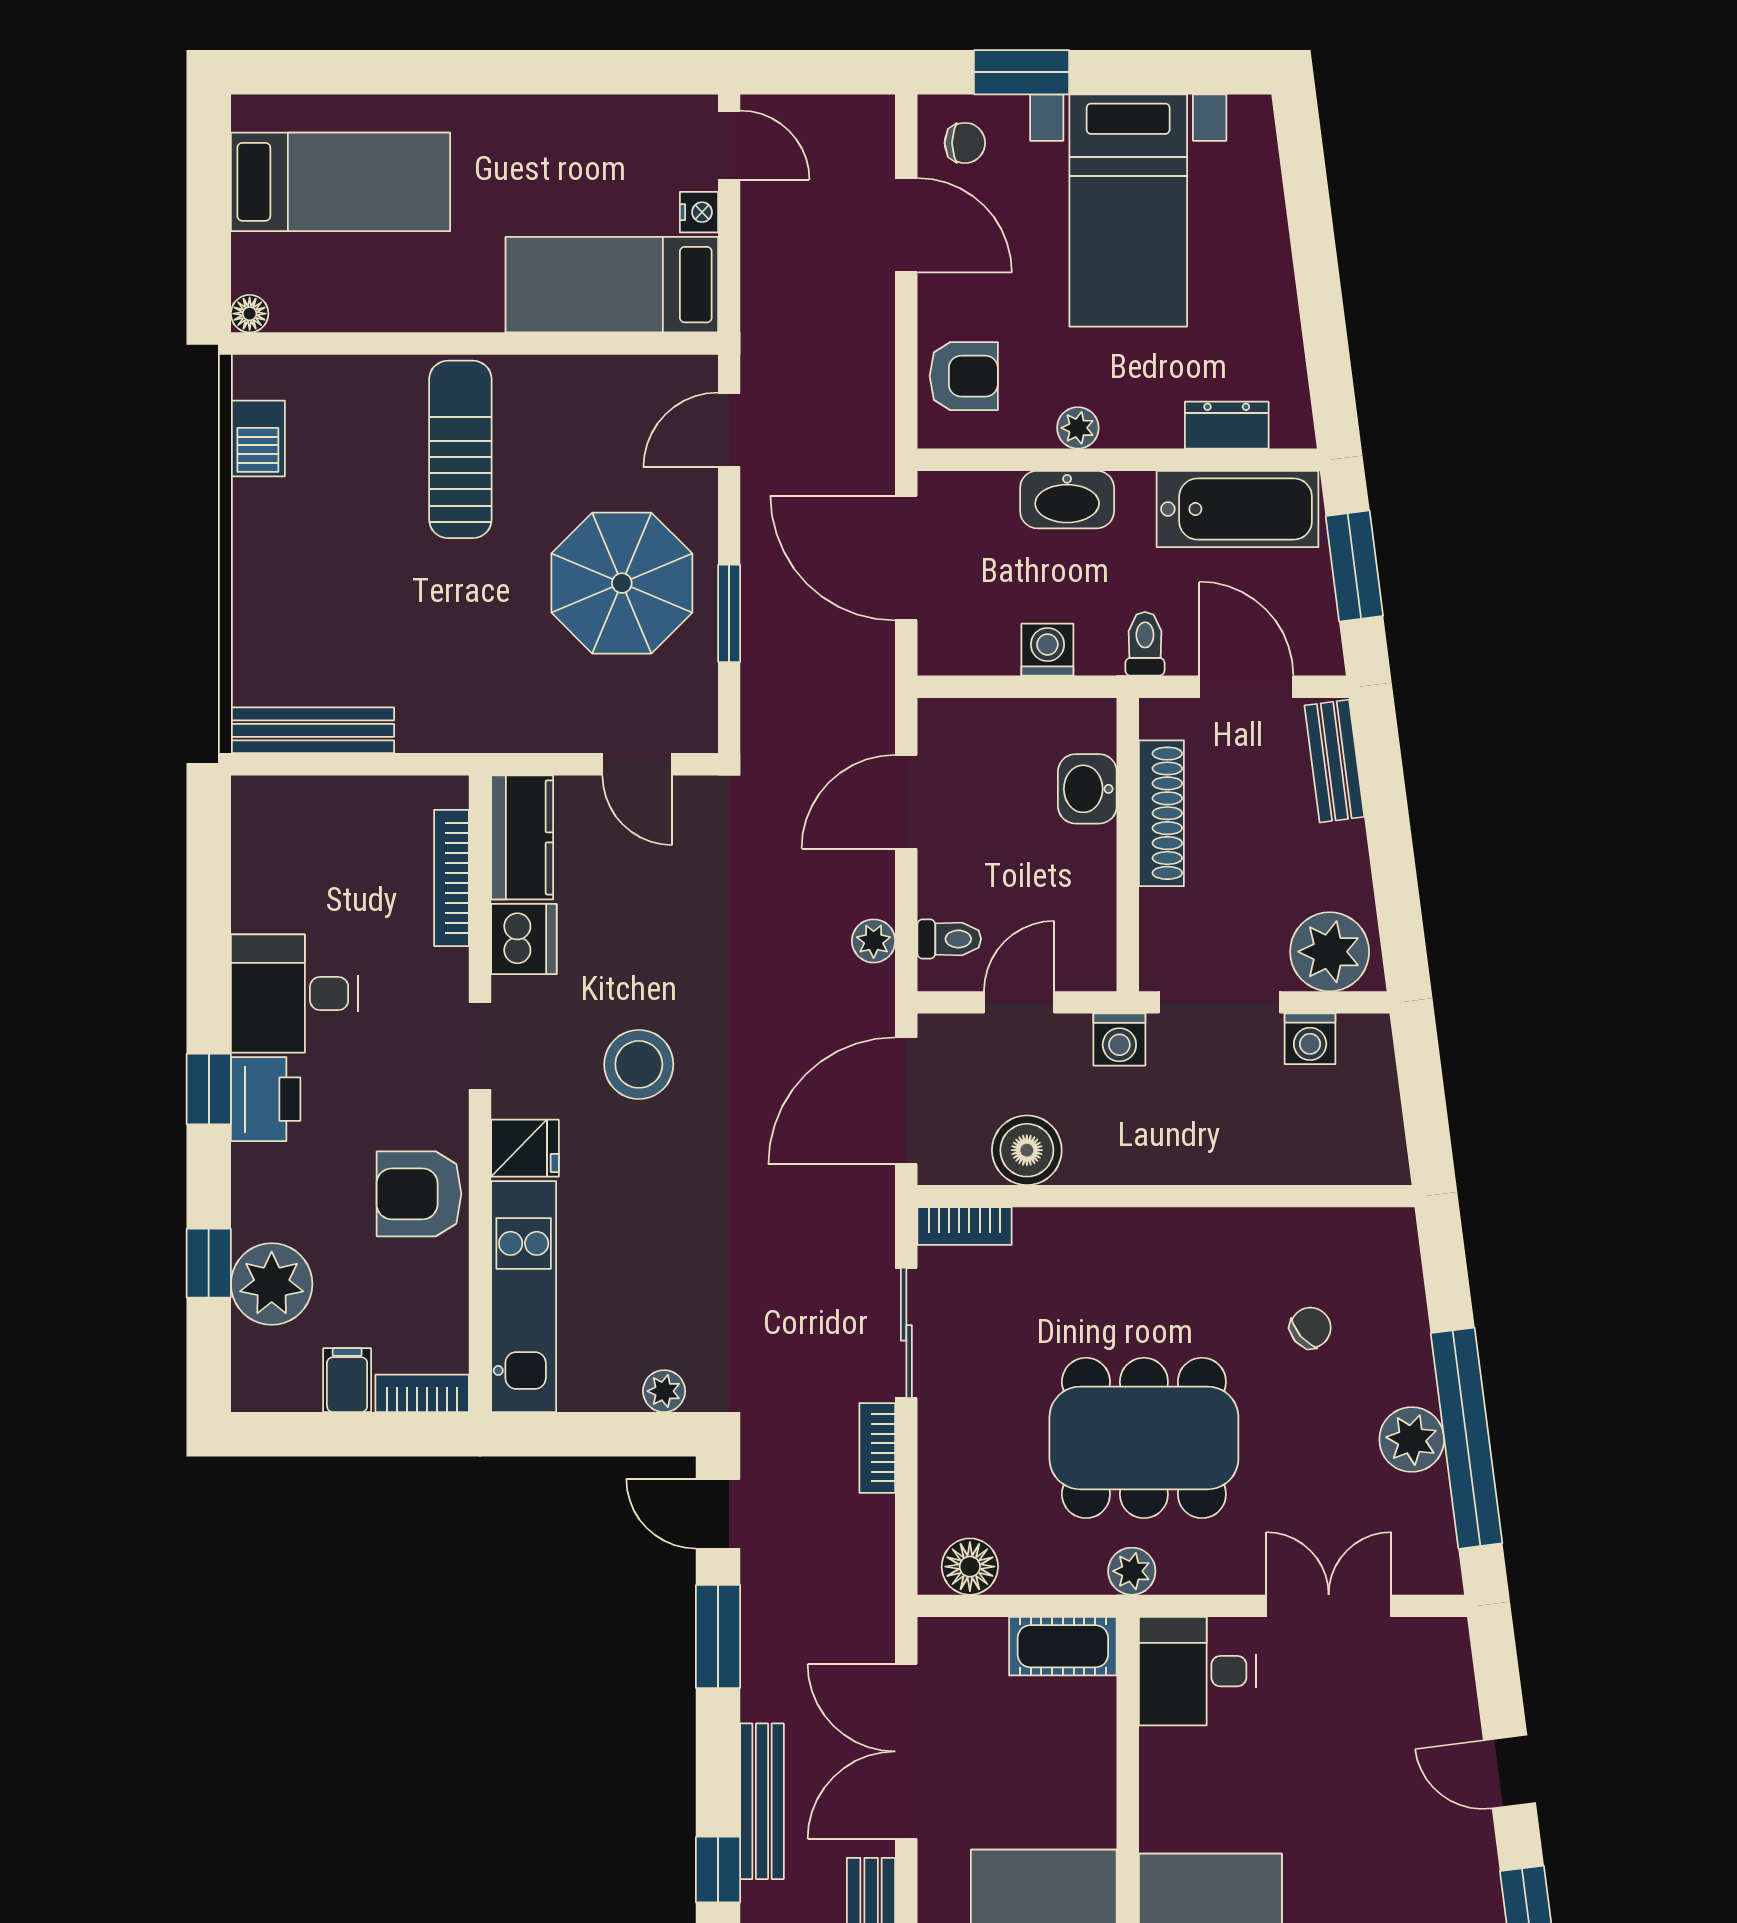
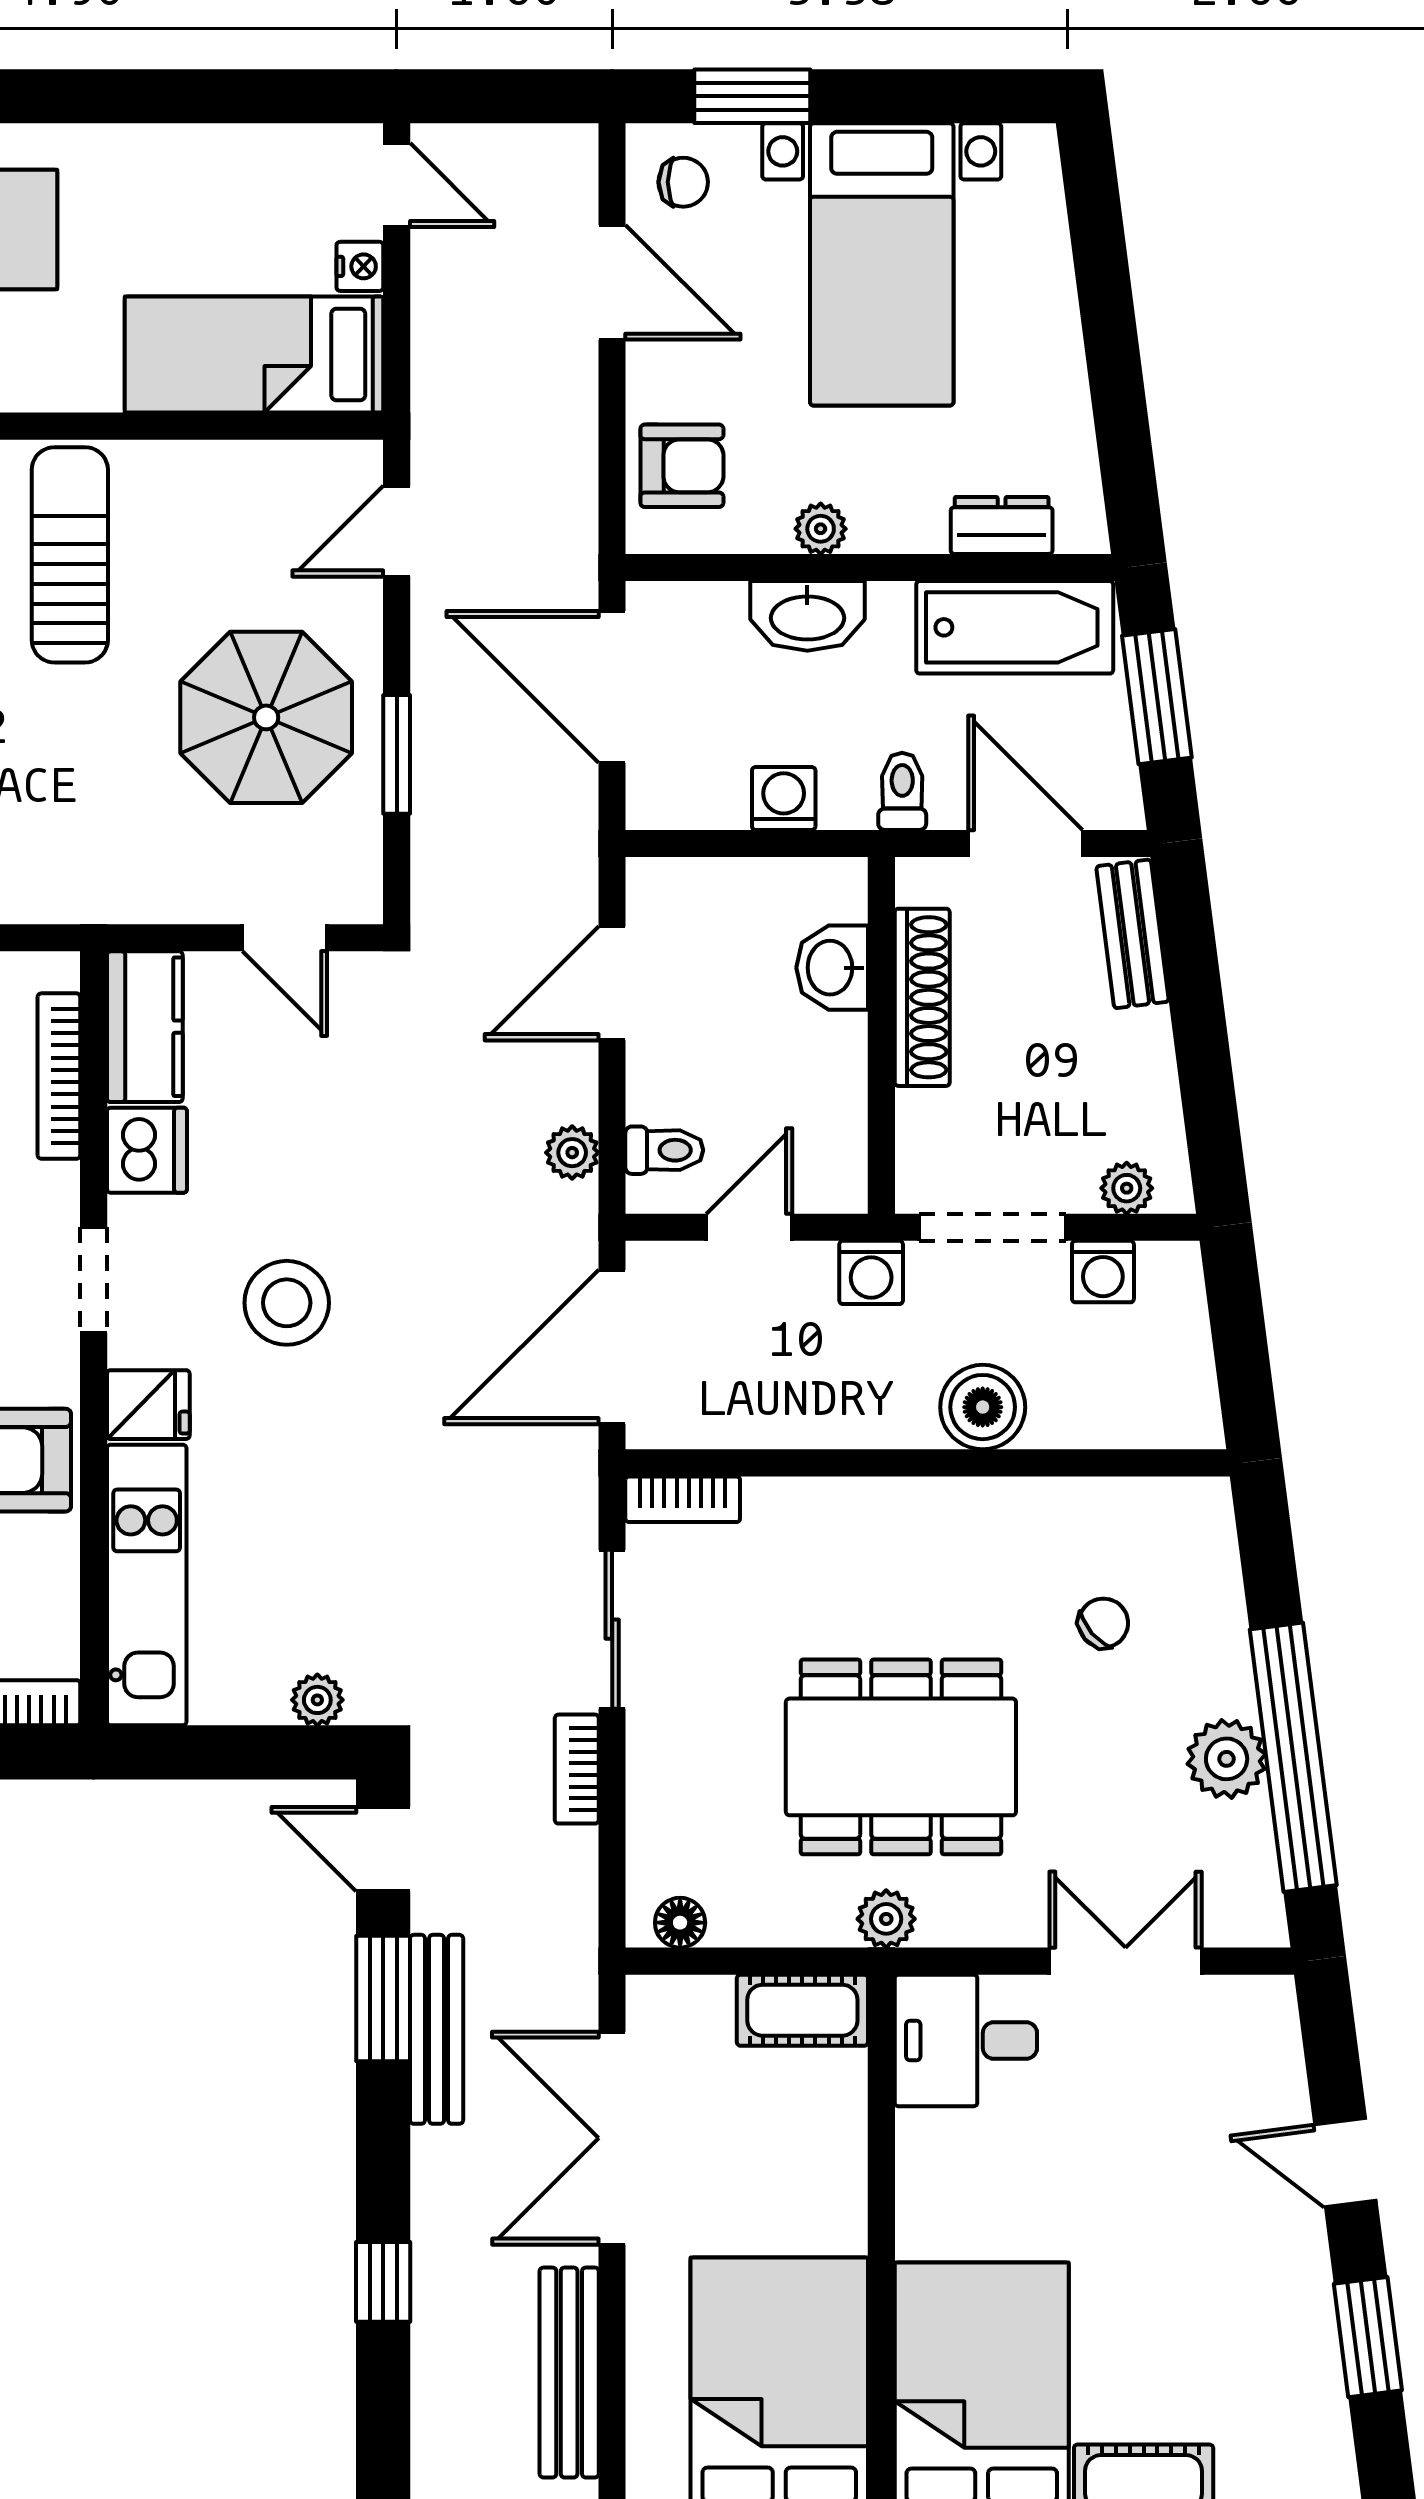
plant: (1330, 952) -> (1127, 1188), width x0.53, depth x0.53
boiler: (1027, 1150) -> (983, 1407), moved
floor lamp: (970, 1567) -> (680, 1923), width x0.73, depth x0.73
bench: (762, 1801) -> (437, 2029), moved

